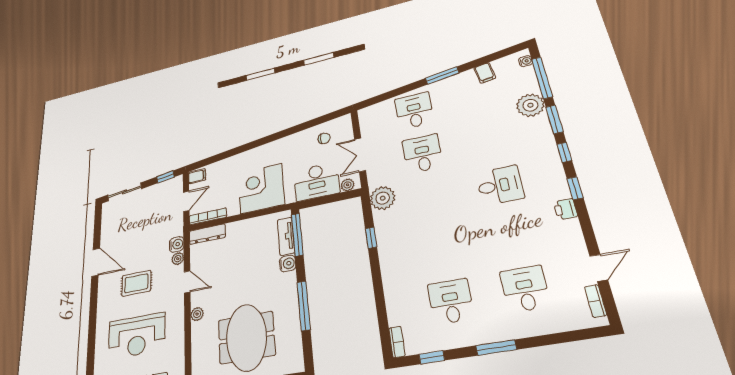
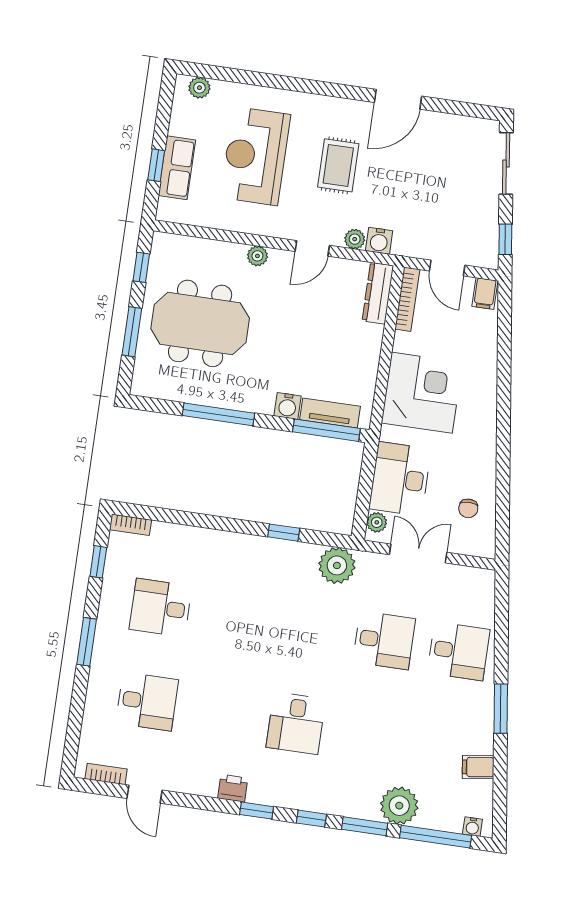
desk: (451, 302) -> (161, 608), turned 180

